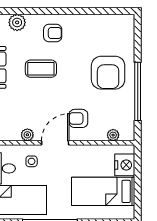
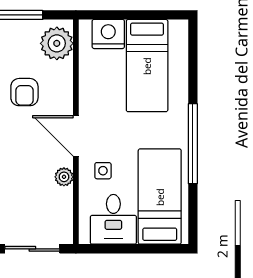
armchair: (78, 118) -> (24, 92), moved
plant: (113, 135) -> (57, 43), width x1.87, depth x1.87

